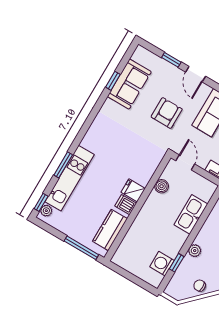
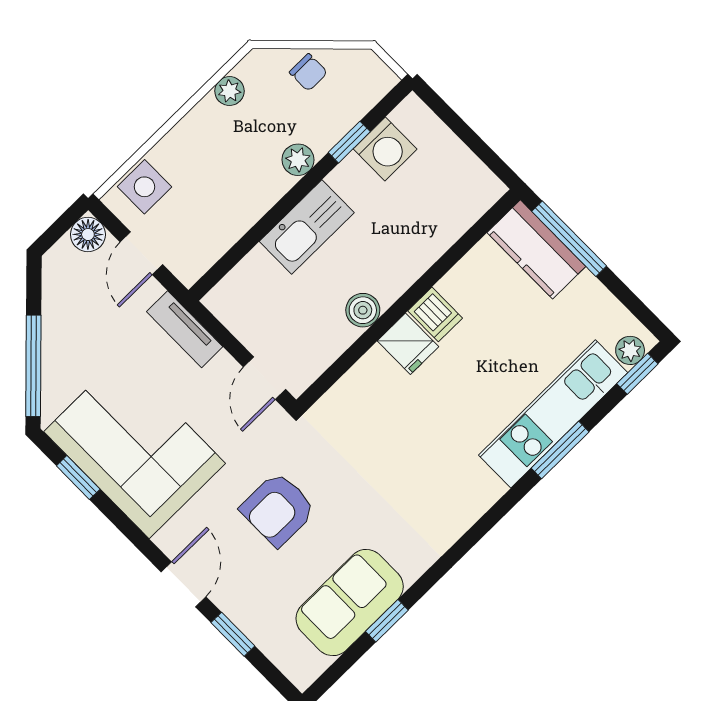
boiler: (162, 186) -> (363, 310), moved
kitchen sink: (191, 214) -> (307, 227), moved
kitchen counter: (110, 230) -> (536, 249), moved, turned 90

